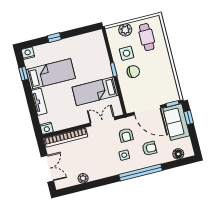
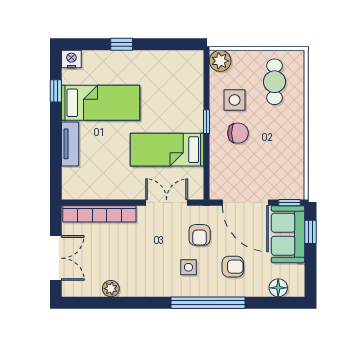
plant: (125, 30) -> (220, 61), moved
nightstand: (47, 128) -> (71, 191), removed

